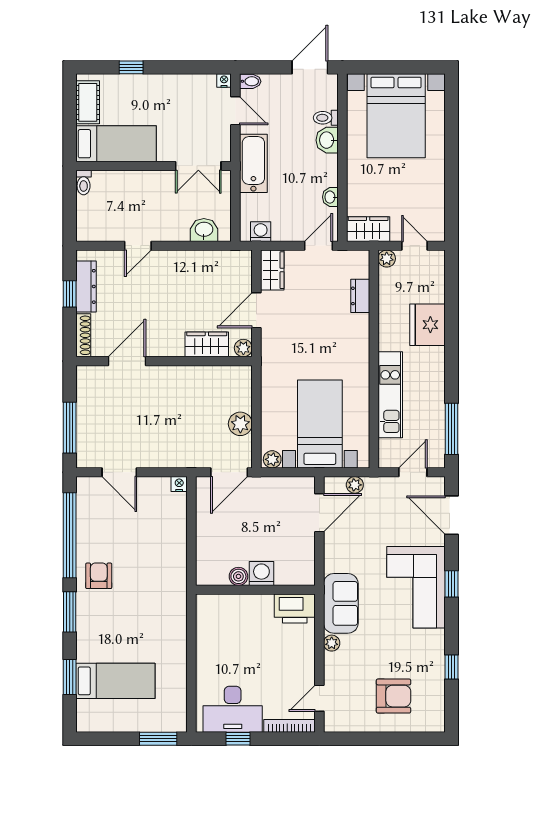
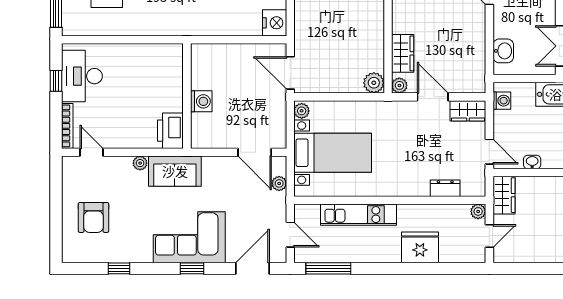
plant: (240, 424) -> (374, 83), moved
nightstand: (179, 484) -> (275, 23), width x1.89, depth x1.79
boiler: (238, 576) -> (199, 81), removed

